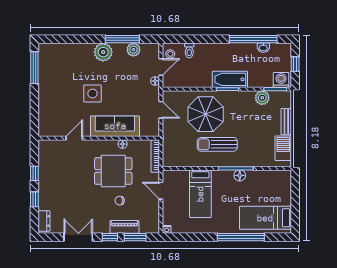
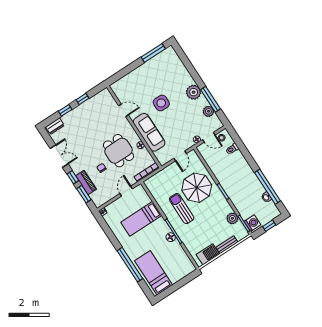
bathtub: (230, 79) -> (231, 189), removed

